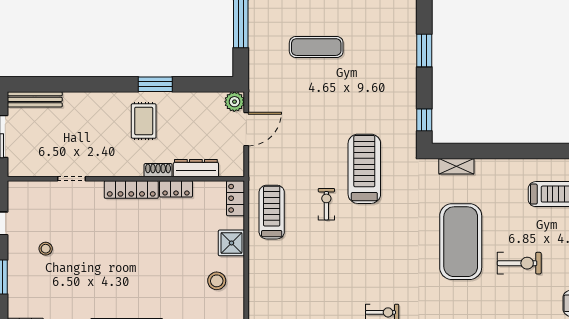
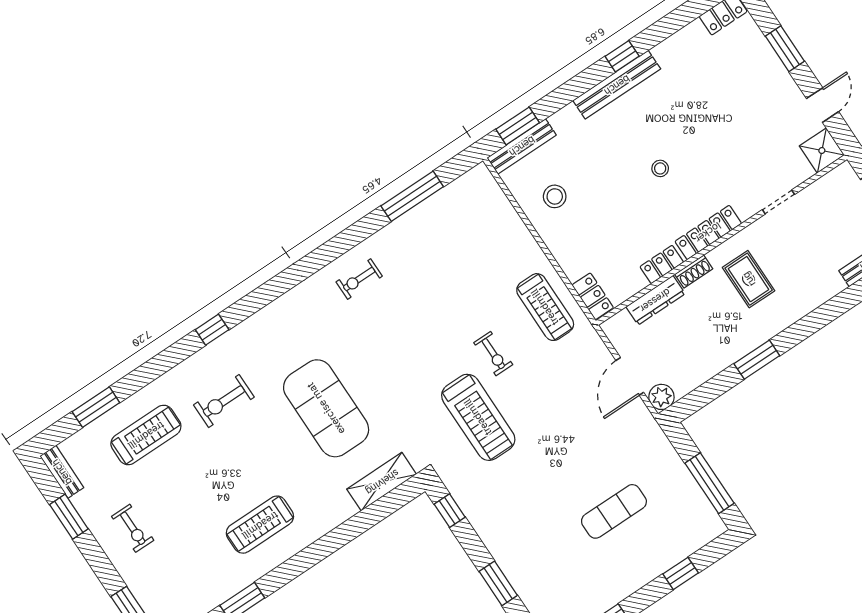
rug: (144, 121) -> (749, 279), moved
shelving: (456, 166) -> (382, 482), width x1.50, depth x1.33
shower: (231, 243) -> (822, 151), moved
stool: (46, 249) -> (660, 168), moved
exercise bike: (519, 263) -> (224, 401), moved

